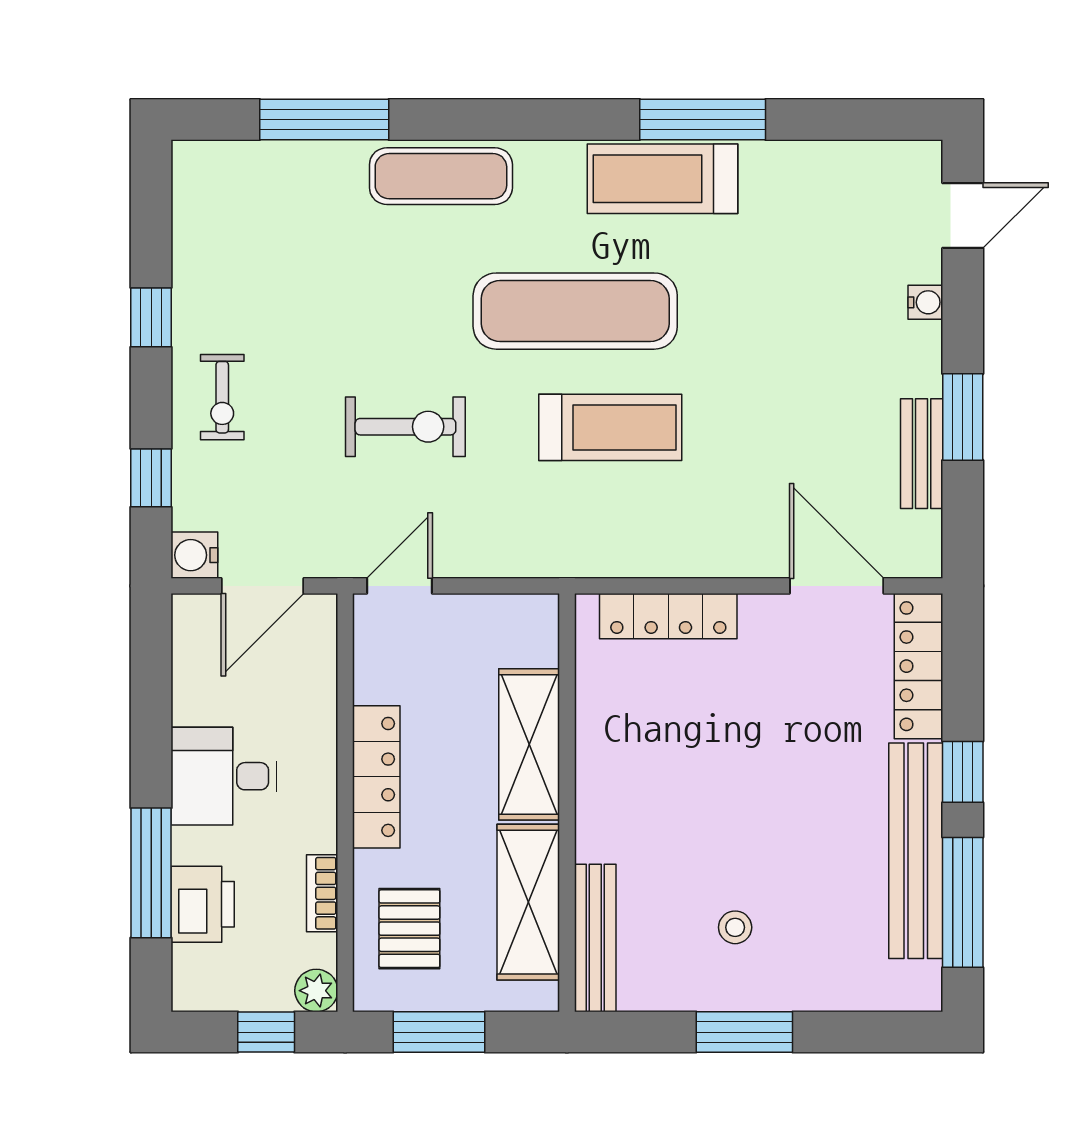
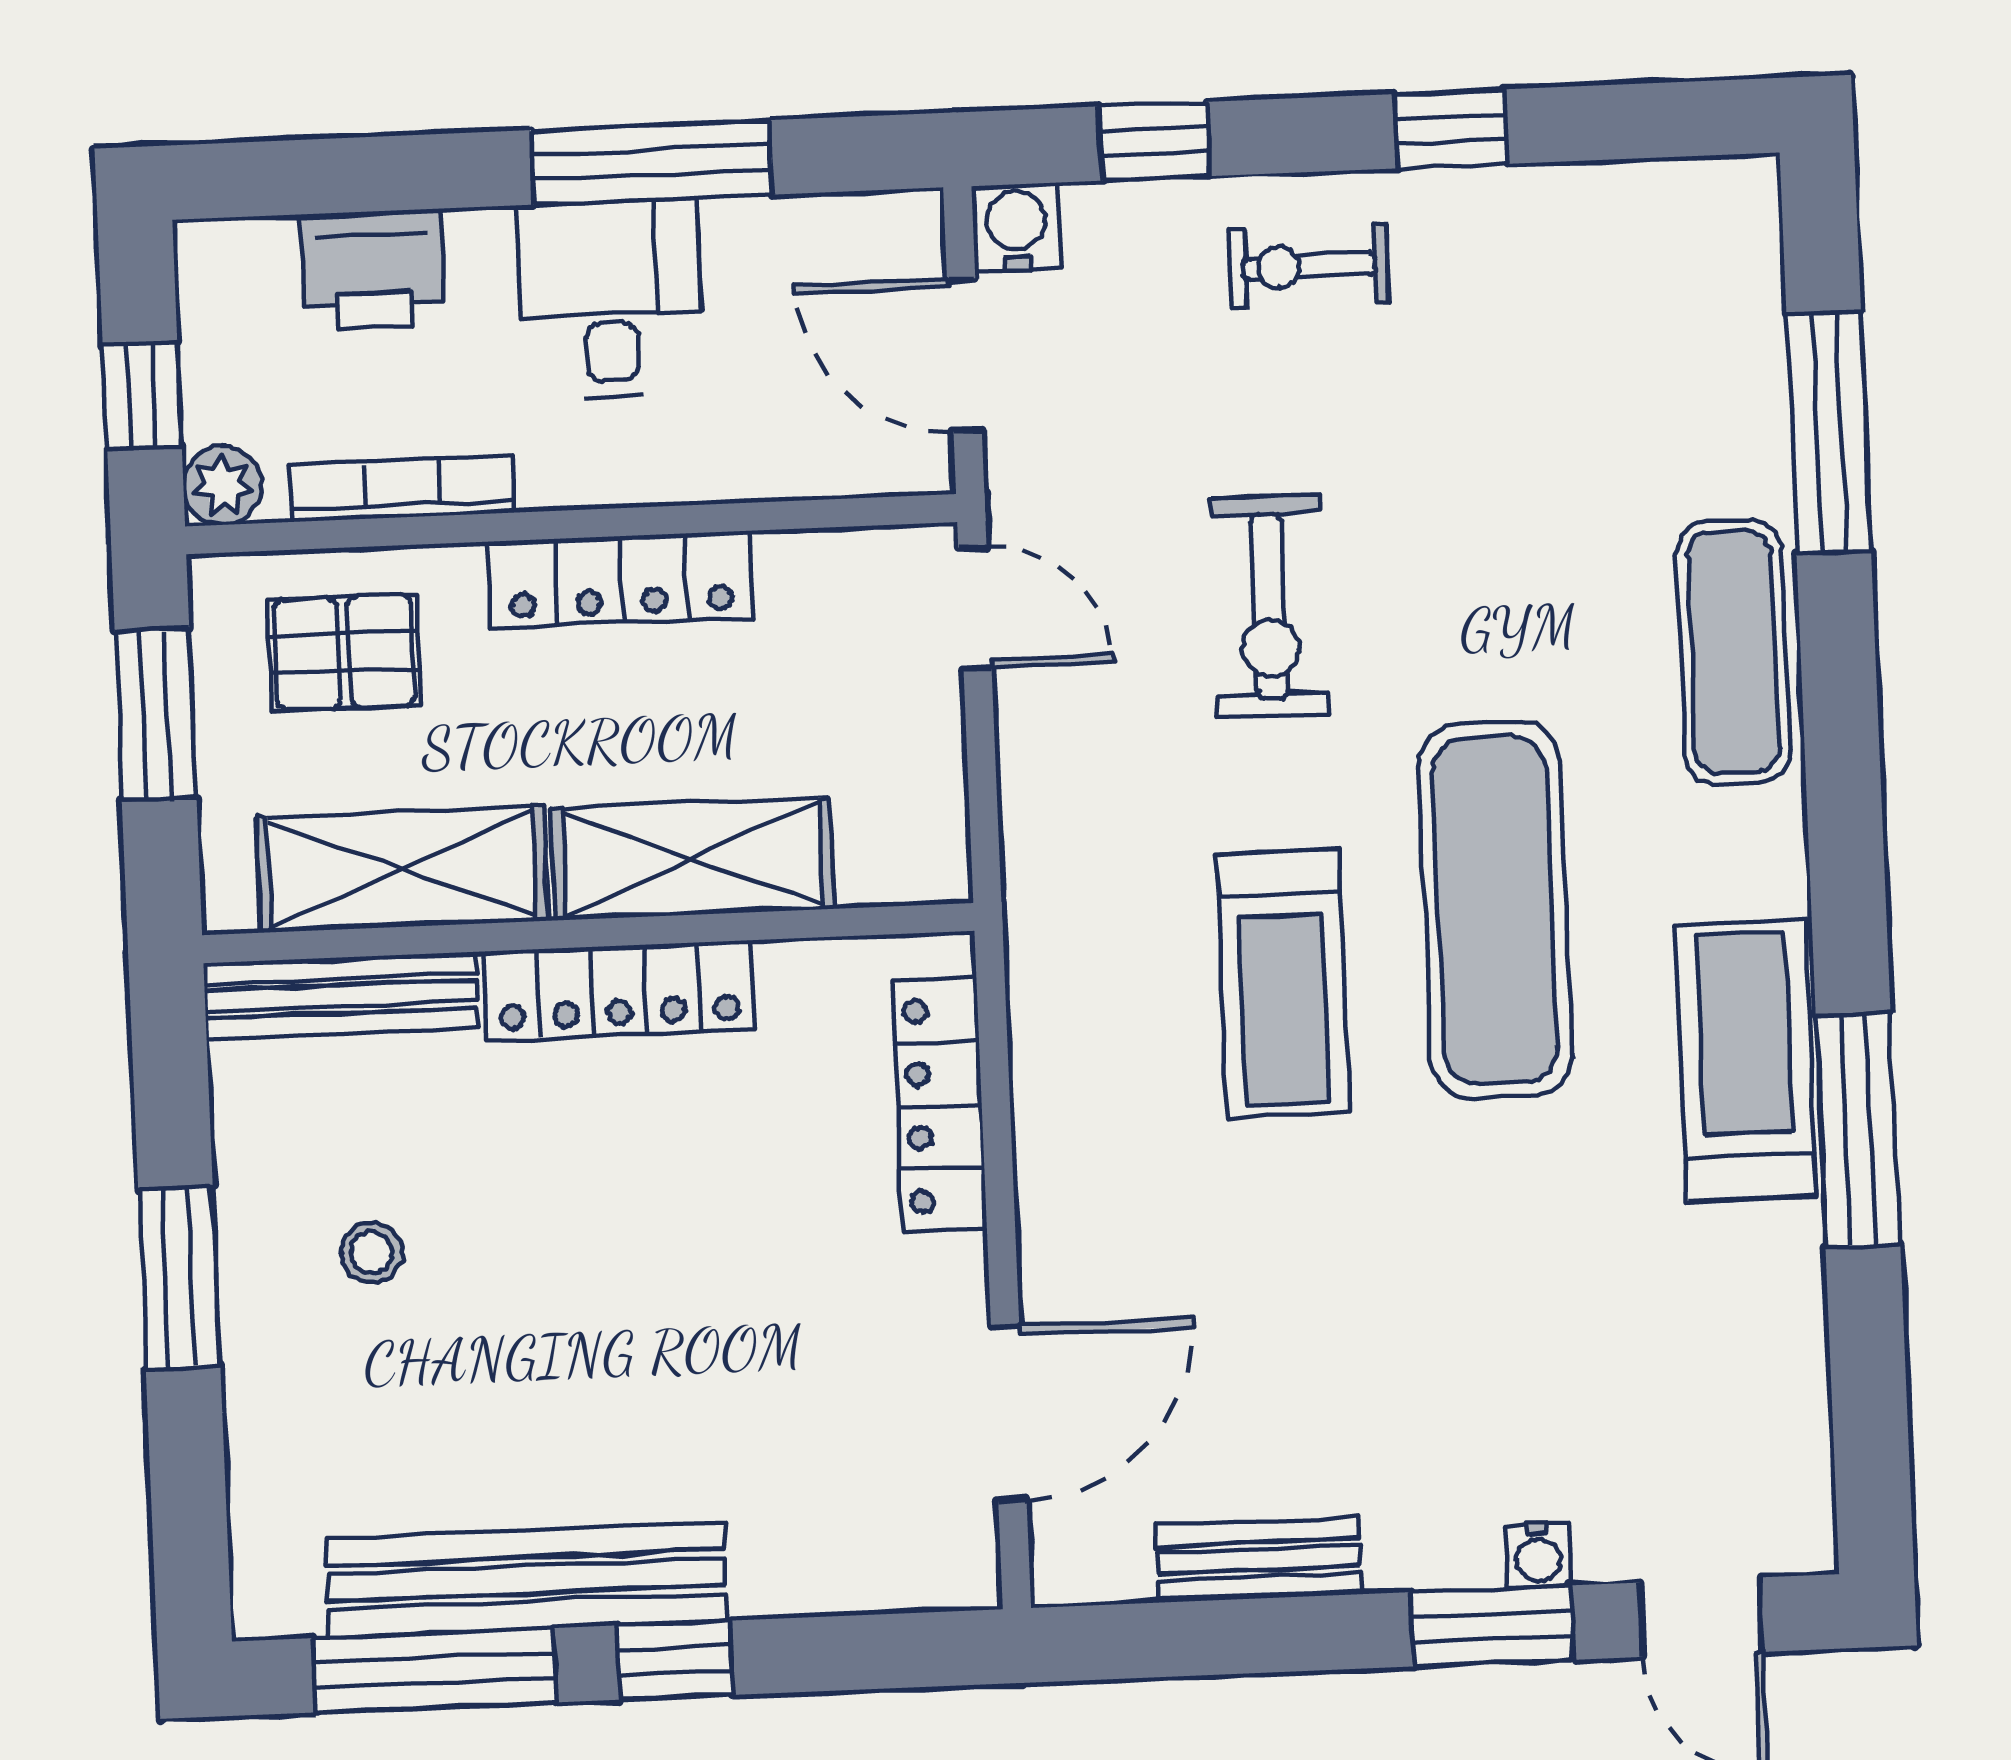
window: (963, 417) -> (1492, 1626), moved
locker: (919, 666) -> (619, 990), moved, turned 180
window: (151, 873) -> (652, 162), moved
bookcase: (322, 893) -> (402, 489), width x1.56

